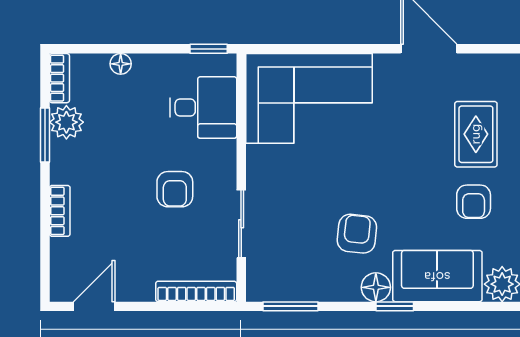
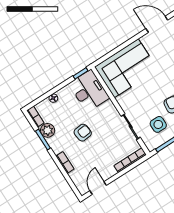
desk: (203, 108) -> (89, 91), width x1.37
armchair: (175, 189) -> (83, 133), moved, turned -96
side table: (300, 255) -> (158, 124), added

